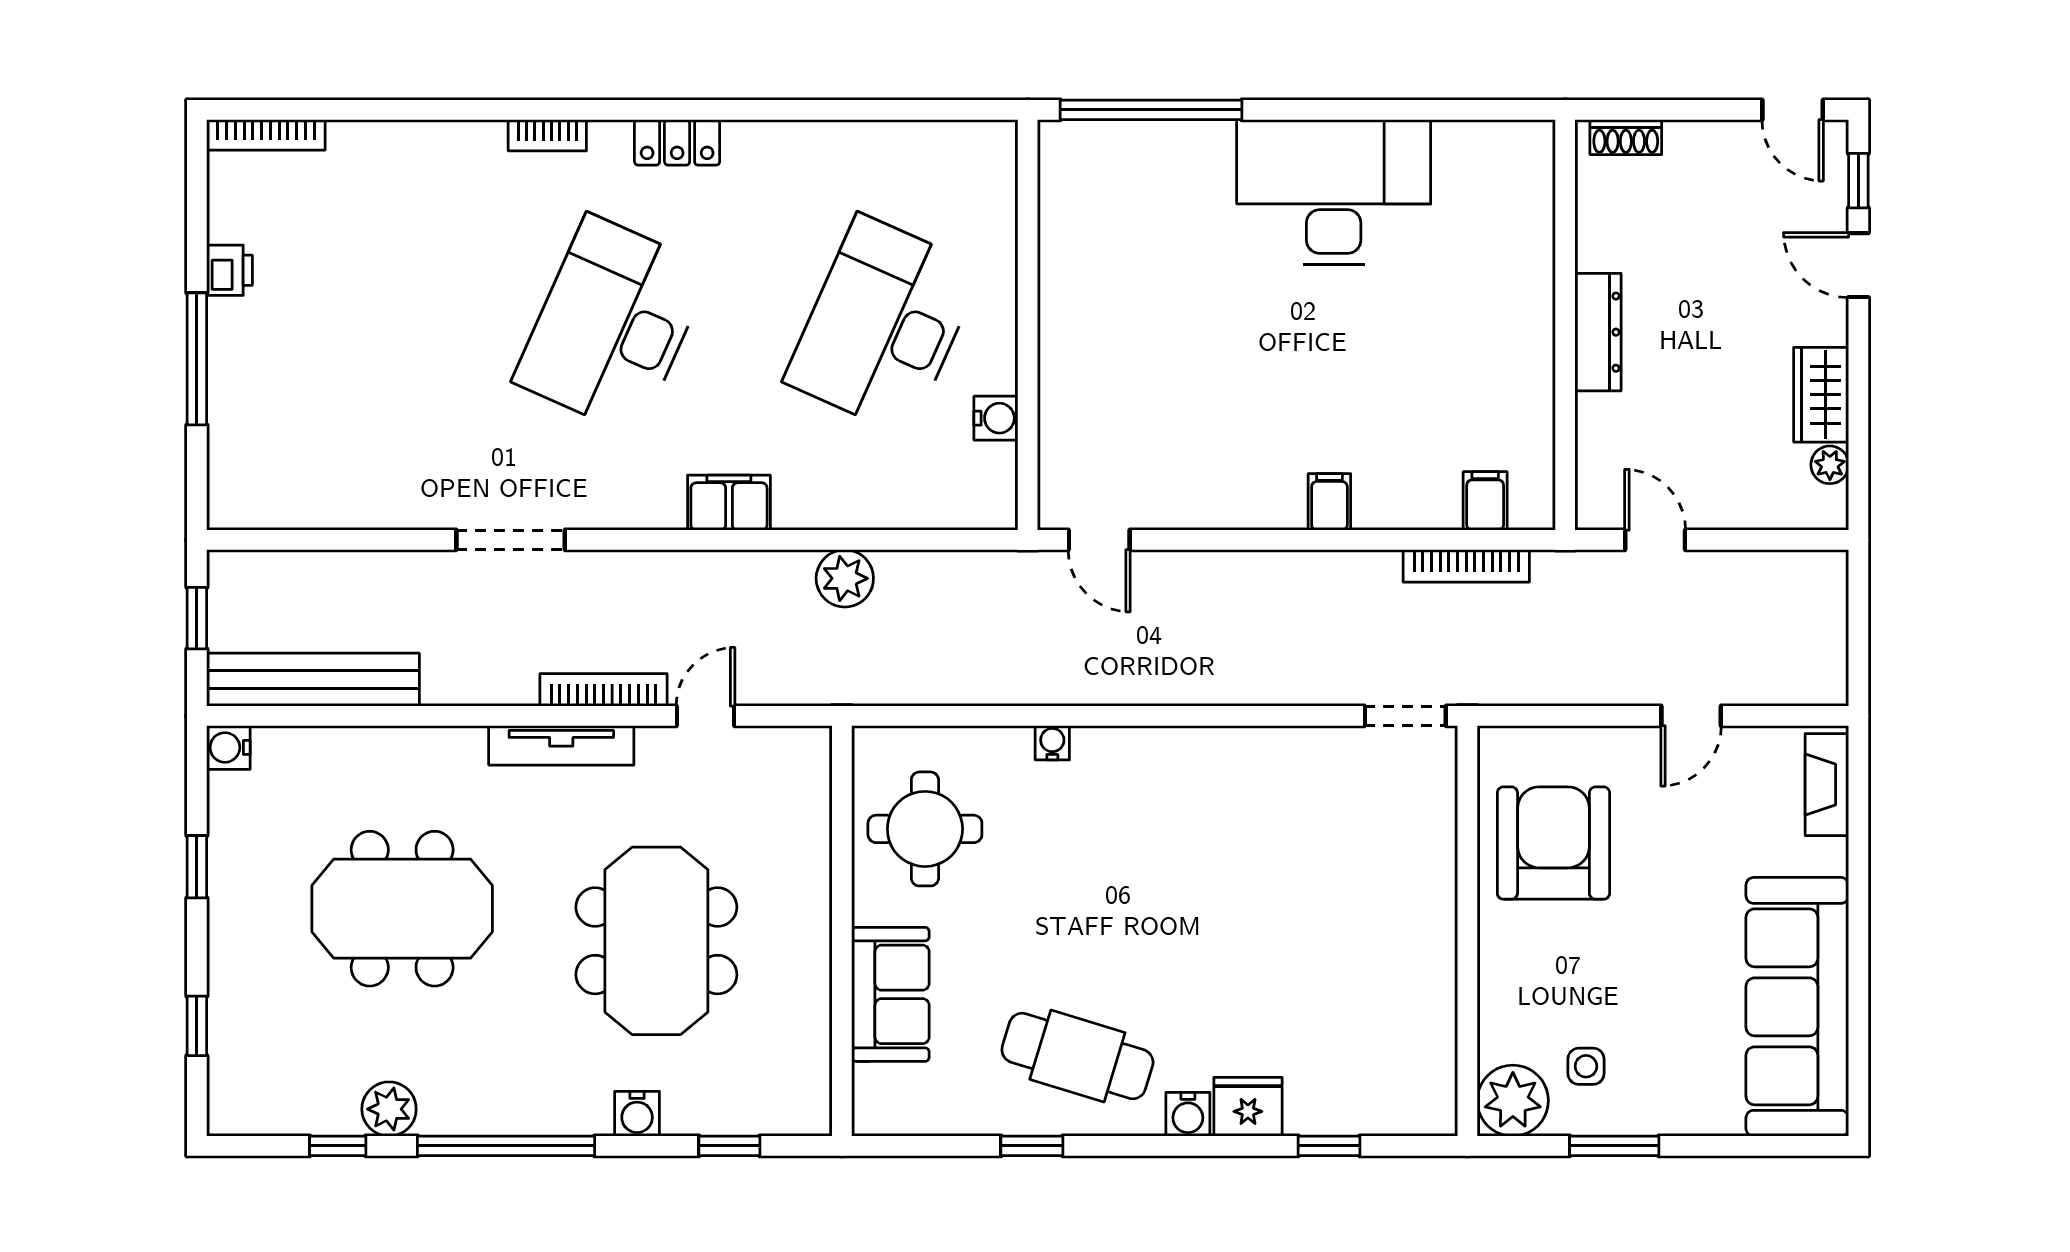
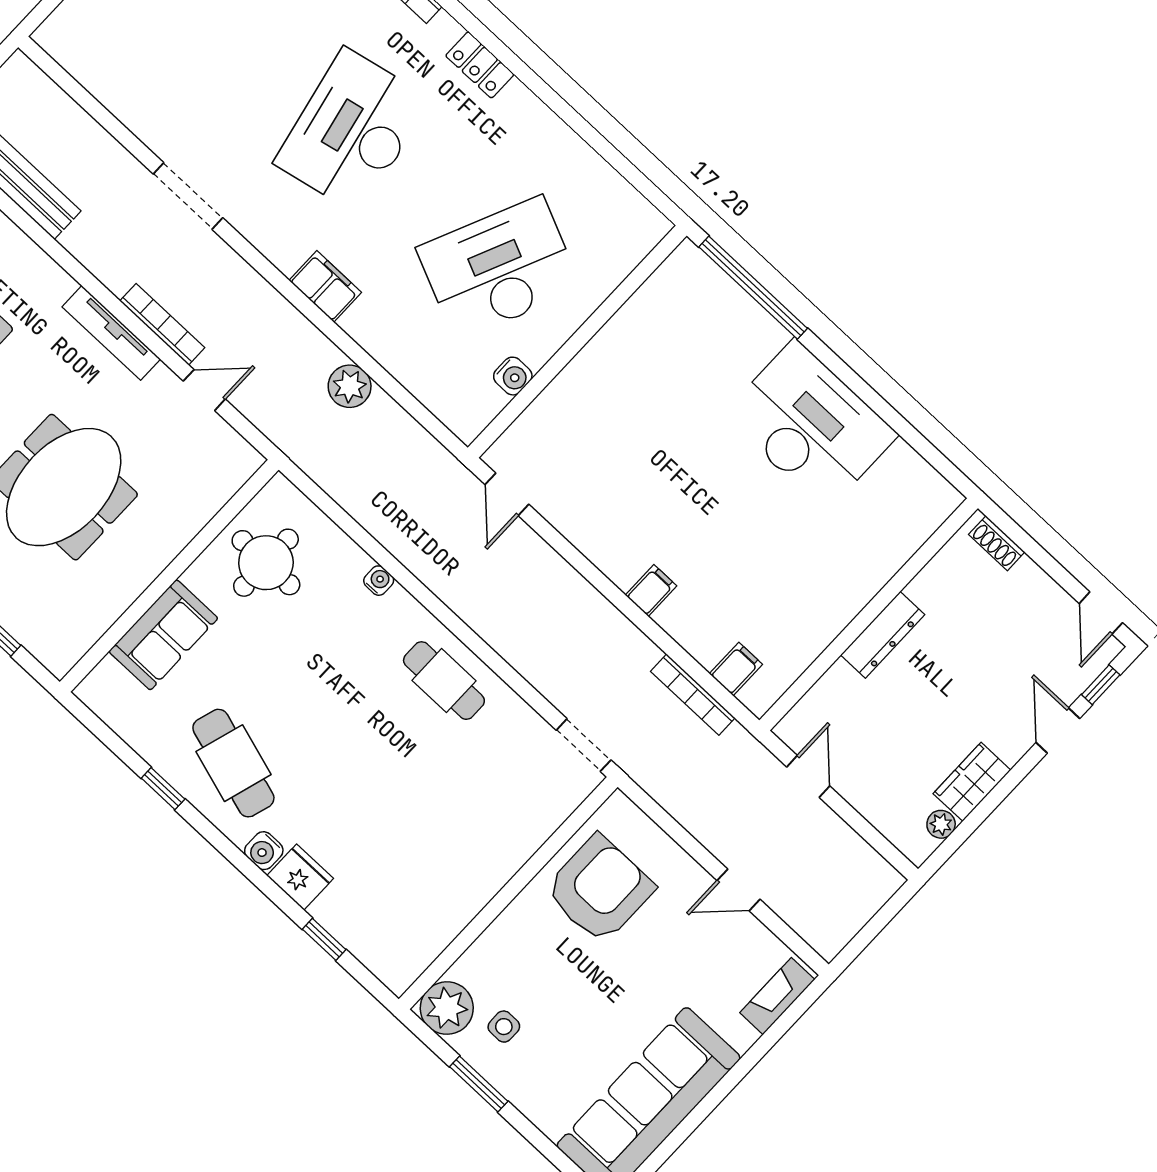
desk: (612, 325) -> (352, 131), turned -36
cafe table: (1209, 781) -> (444, 681), added

